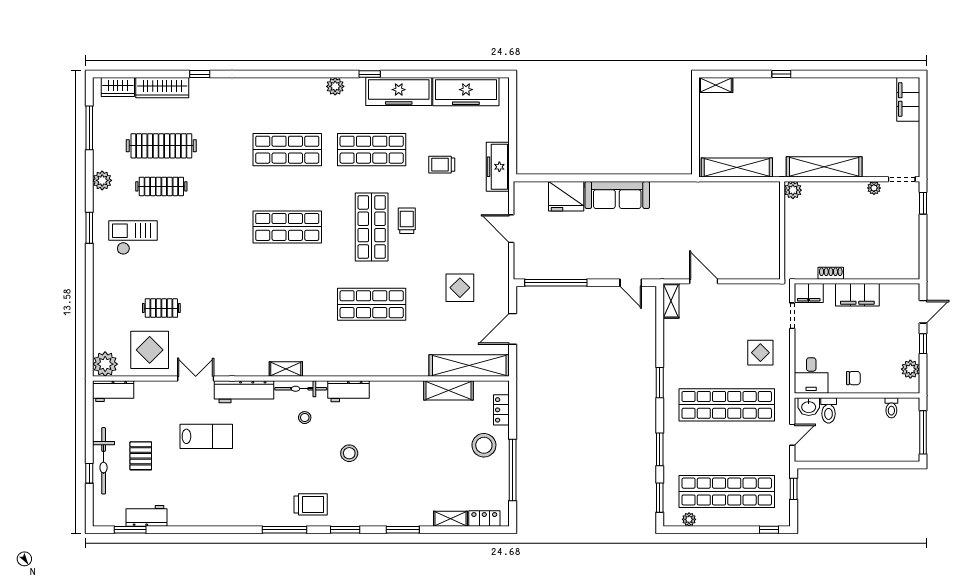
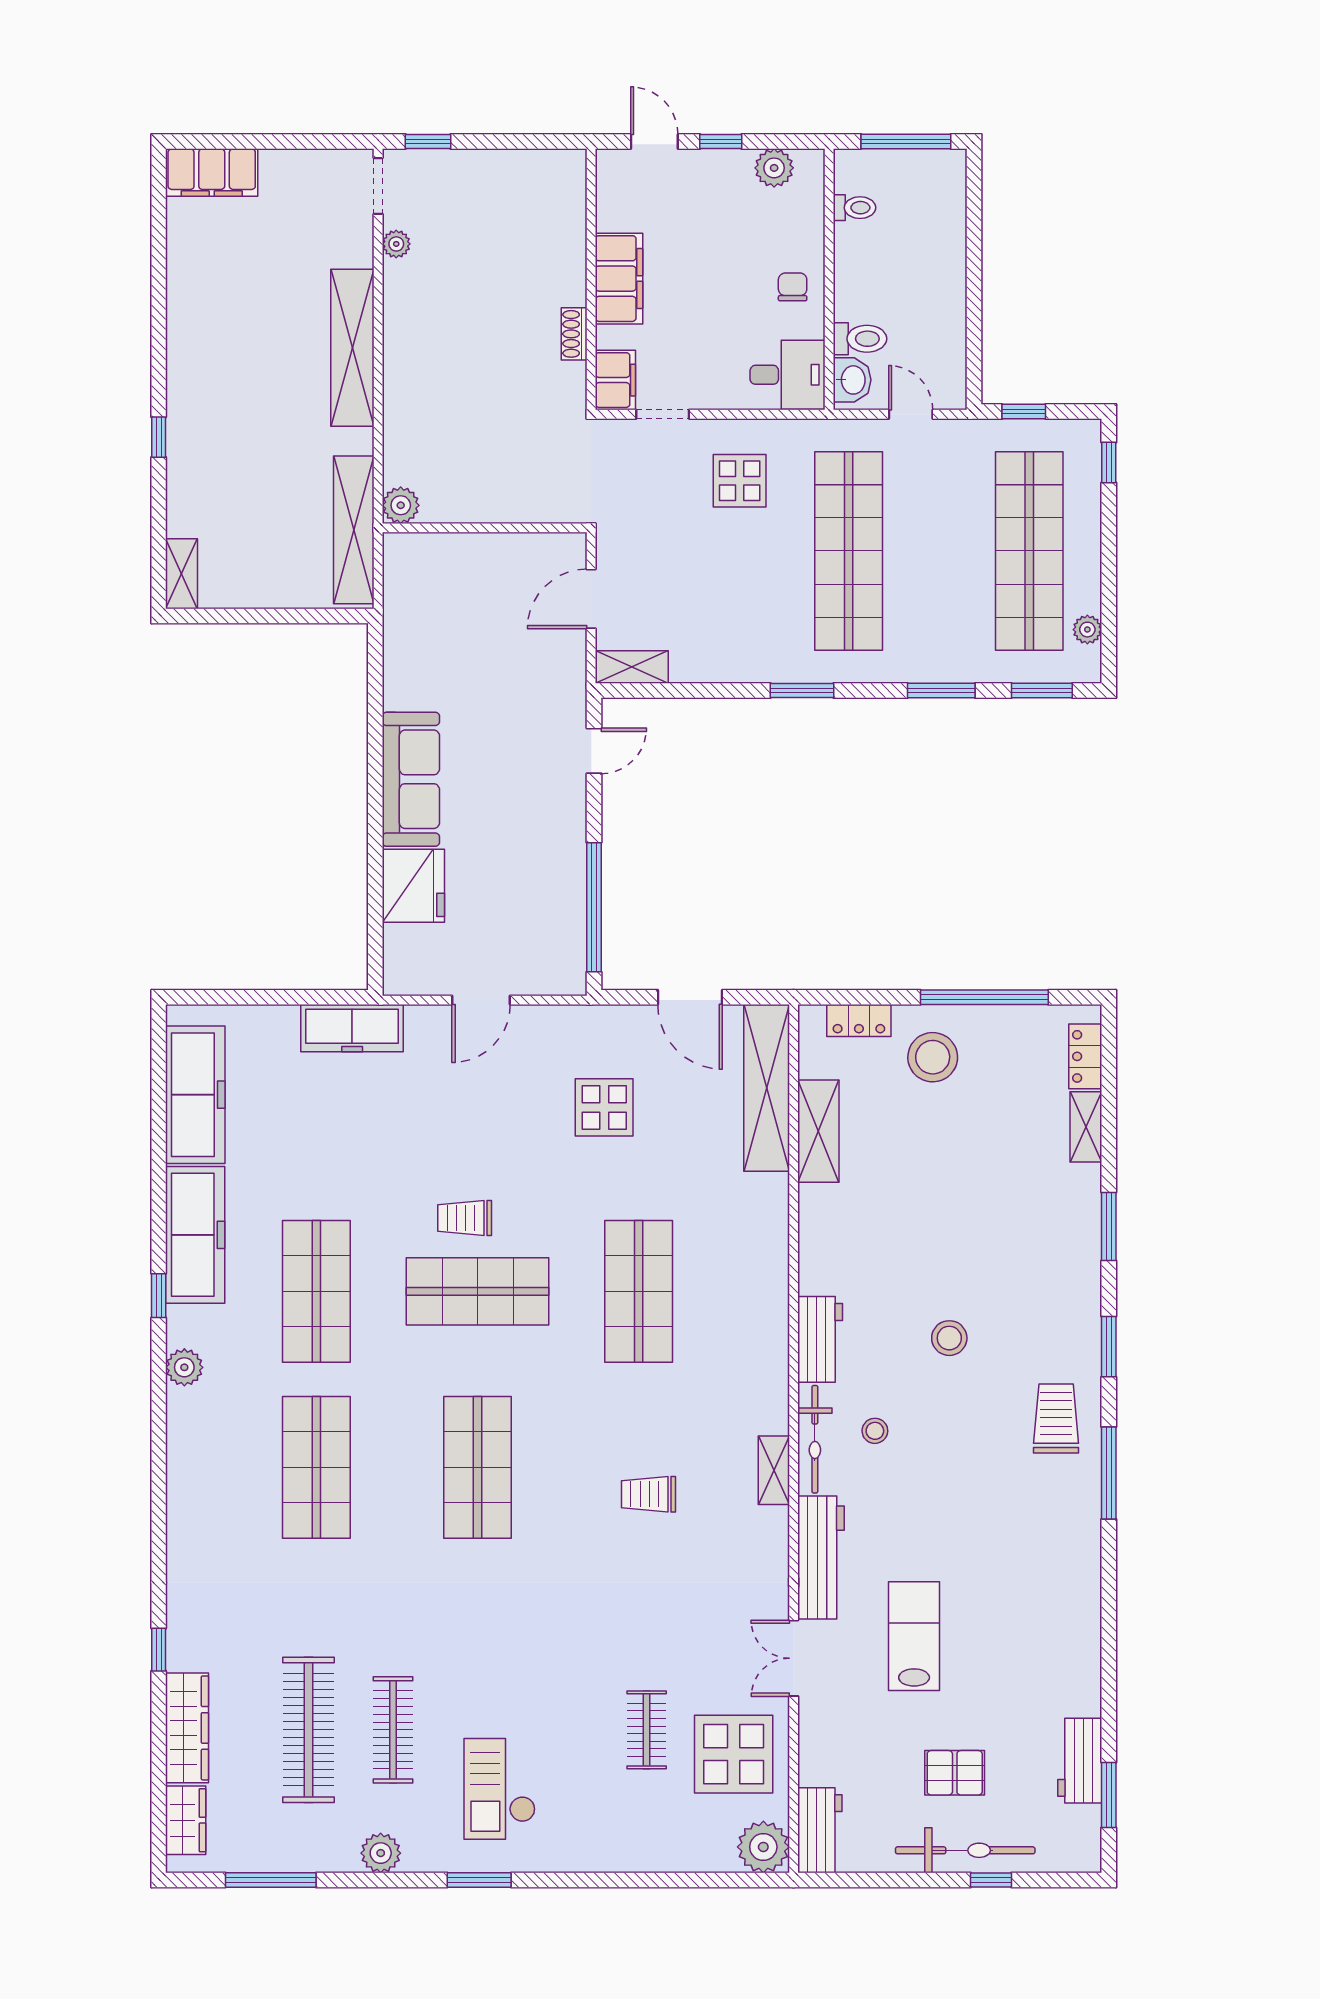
trolley: (442, 165) -> (649, 1494), moved, turned 90
plant: (793, 190) -> (401, 505), moved
wall: (782, 230) -> (485, 528), moved

